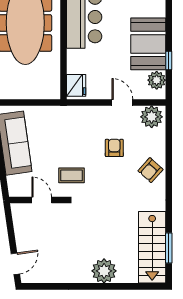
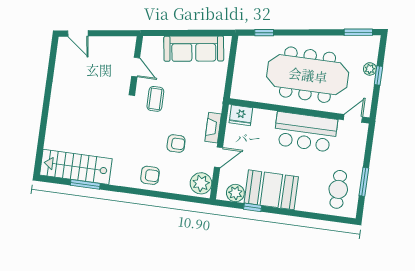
fireplace: (93, 112) -> (213, 128), added
armchair: (150, 170) -> (150, 175), turned 138
door: (42, 200) -> (136, 67), hinge flipped
window: (169, 248) -> (85, 184), moved
plant: (104, 271) -> (59, 118), removed

